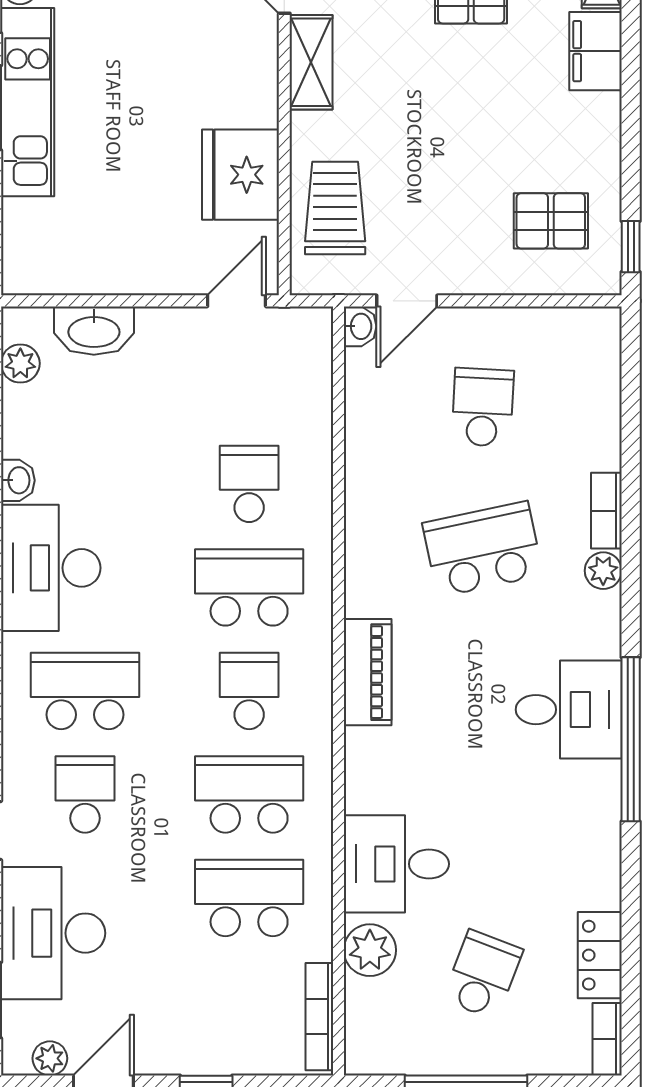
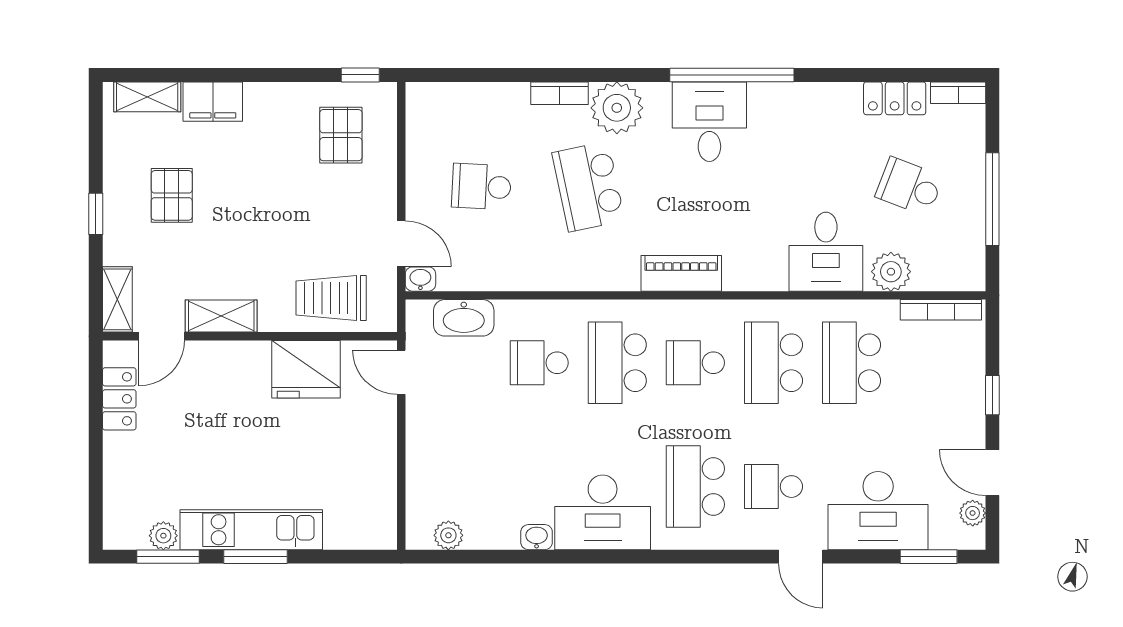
washbasin: (94, 331) -> (464, 318), moved, turned 90
plant: (603, 571) -> (617, 108), width x1.88, depth x1.88

